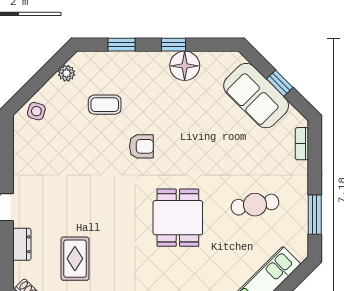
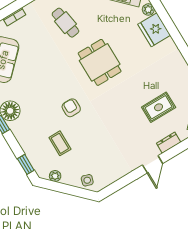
window: (122, 45) -> (26, 164), moved
dining table: (178, 218) -> (100, 62), turned 90

